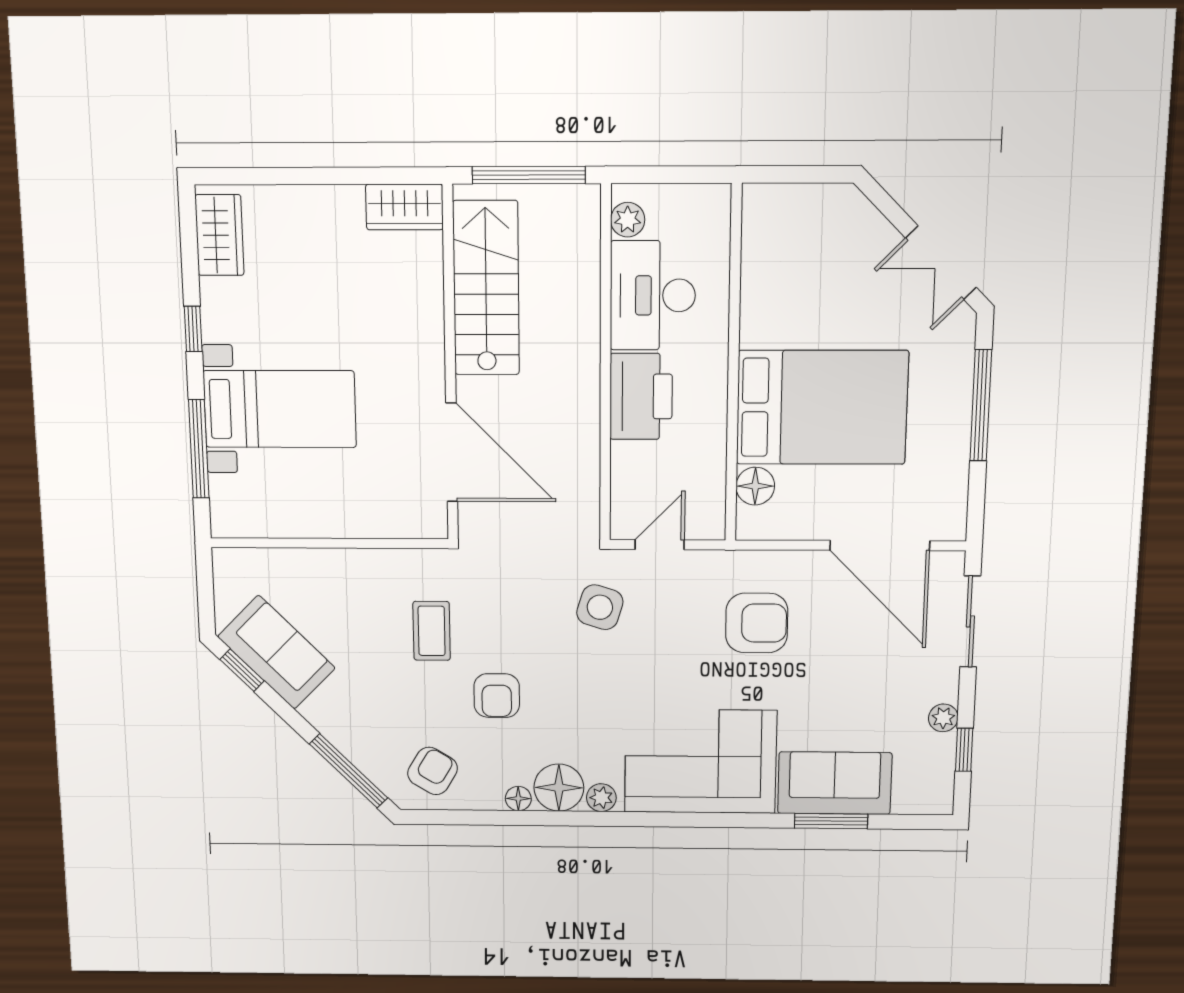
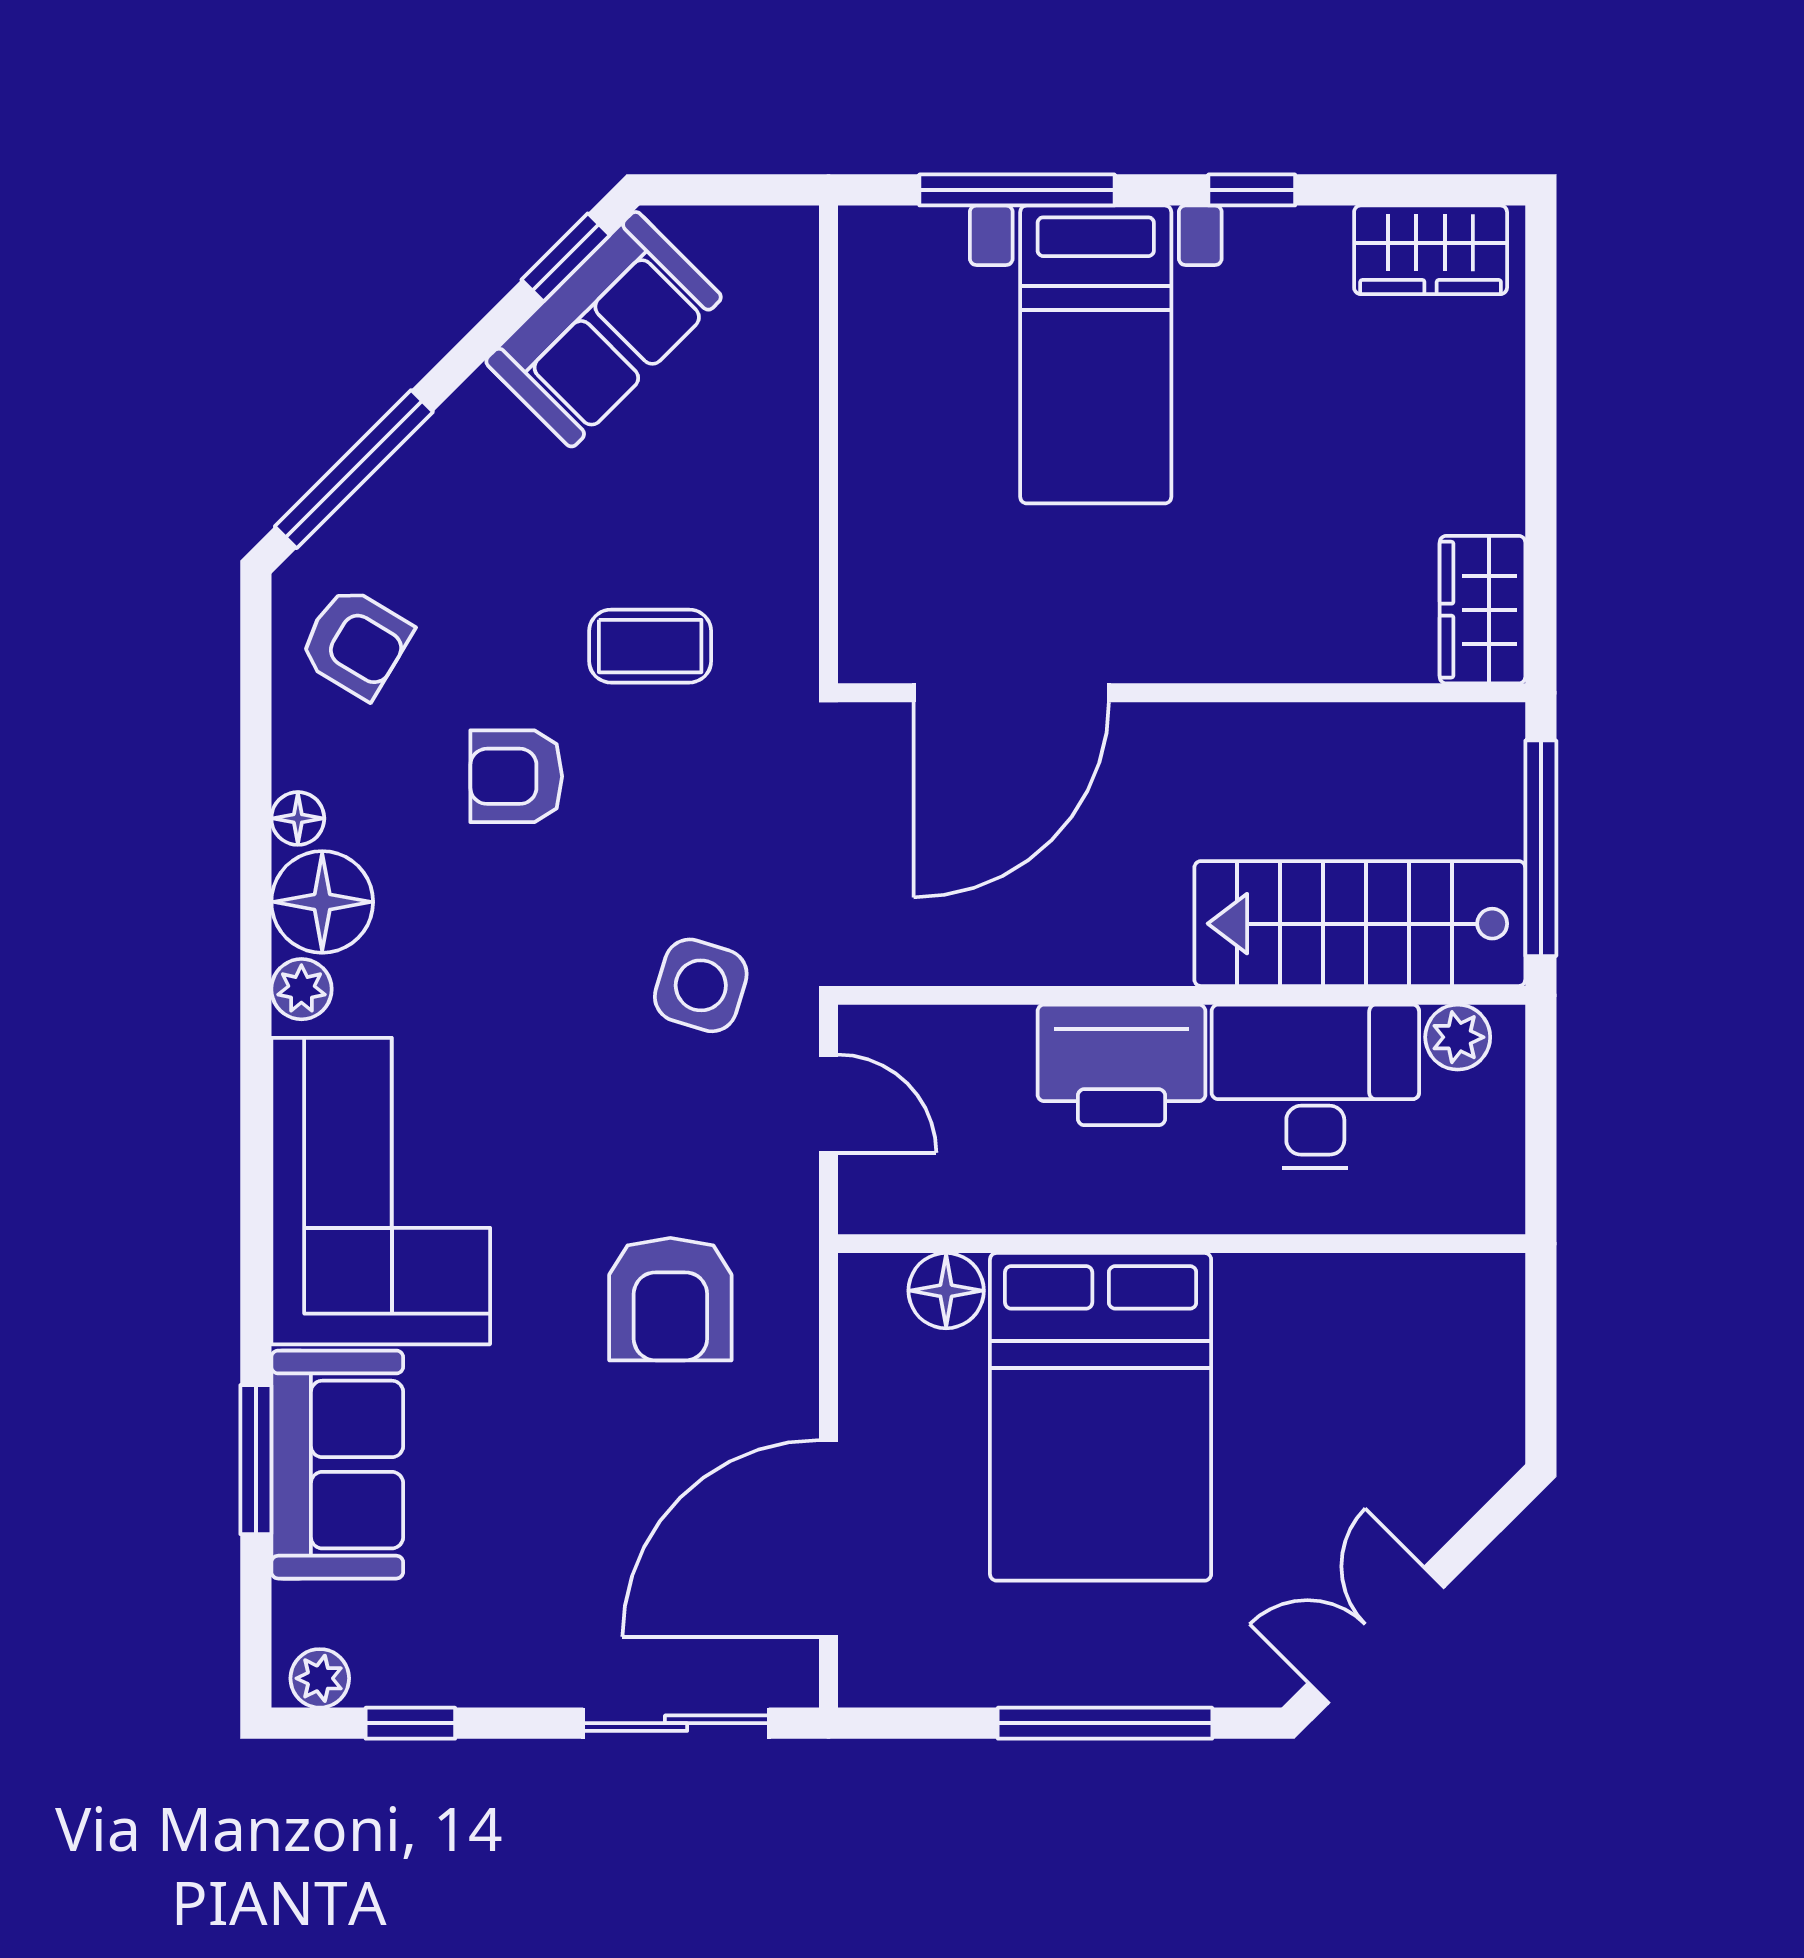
stairs: (486, 288) -> (1360, 924), moved, turned 180
plant: (943, 718) -> (320, 1678), moved

